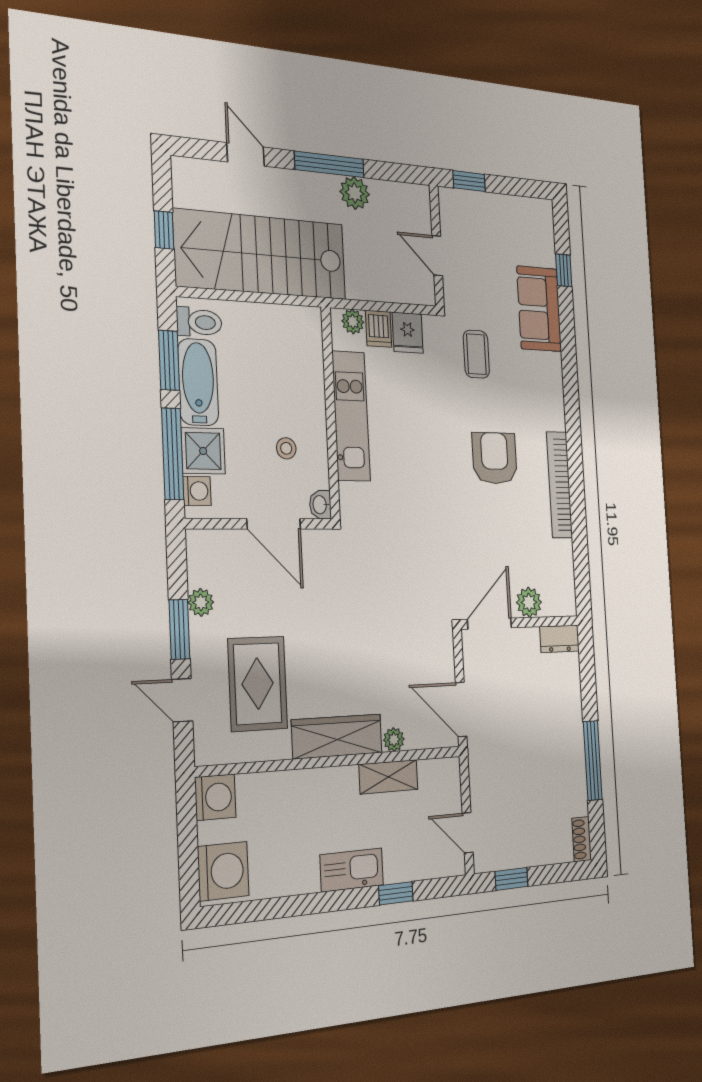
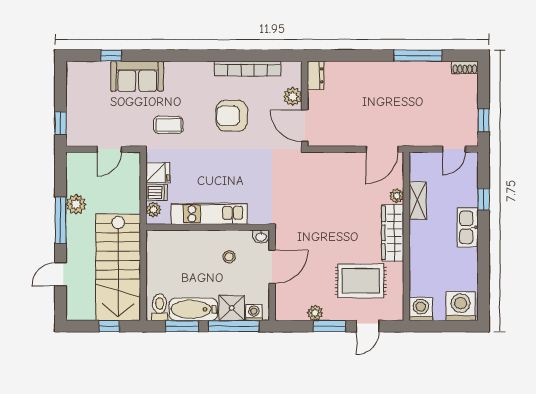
plant: (529, 602) -> (293, 96), moved
wall: (520, 623) -> (305, 104), moved
door: (490, 624) -> (305, 126), moved
dresser: (559, 639) -> (315, 75), moved

